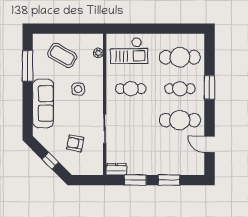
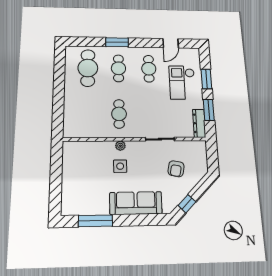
checkout: (129, 51) -> (182, 82), moved, turned 180
plant: (98, 53) -> (120, 146), moved
coffee table: (62, 55) -> (85, 183), removed
cafe table: (180, 120) -> (149, 69), width x0.73, depth x0.74
window: (50, 161) -> (187, 204), moved
dresser: (116, 169) -> (199, 123), width x1.44

